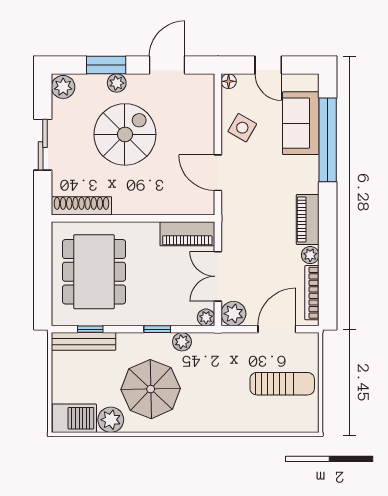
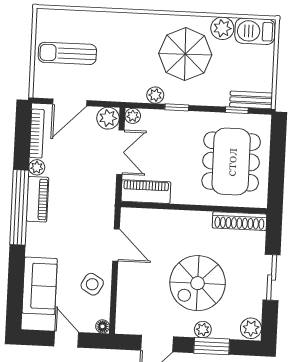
window: (328, 140) -> (19, 207), moved
bench: (84, 341) -> (251, 100), width x0.73

